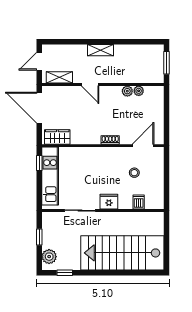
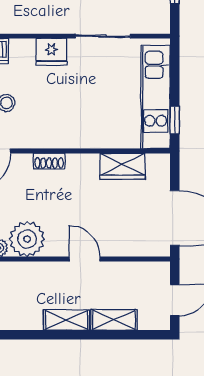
shelving: (59, 77) -> (114, 320), moved
plant: (127, 91) -> (27, 239), width x1.88, depth x1.88
wardrobe: (57, 137) -> (122, 166), moved

